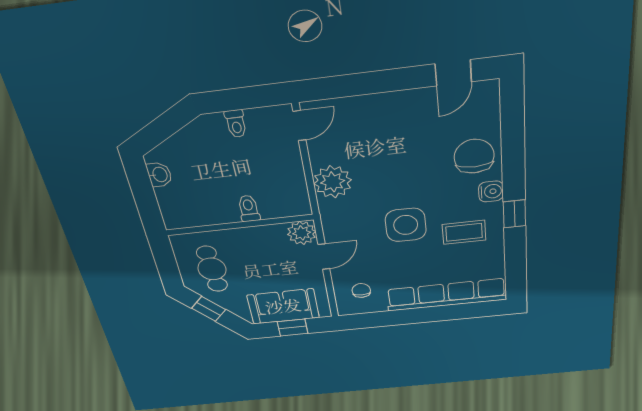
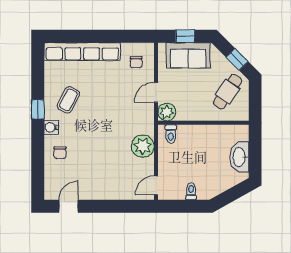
chair: (474, 156) -> (60, 153), width x0.54, depth x0.54
washbasin: (159, 175) -> (240, 157), width x1.91, depth x1.45
toilet: (249, 209) -> (171, 134), moved
side table: (406, 225) -> (103, 110), removed
coffee table: (464, 232) -> (68, 100), turned -63
cafe table: (212, 269) -> (228, 92), turned 37

